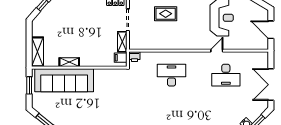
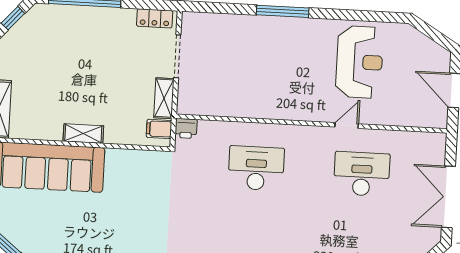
rug: (166, 14) -> (251, 48), removed
shelving: (69, 62) -> (83, 134), moved
desk: (226, 75) -> (362, 174), turned 180

